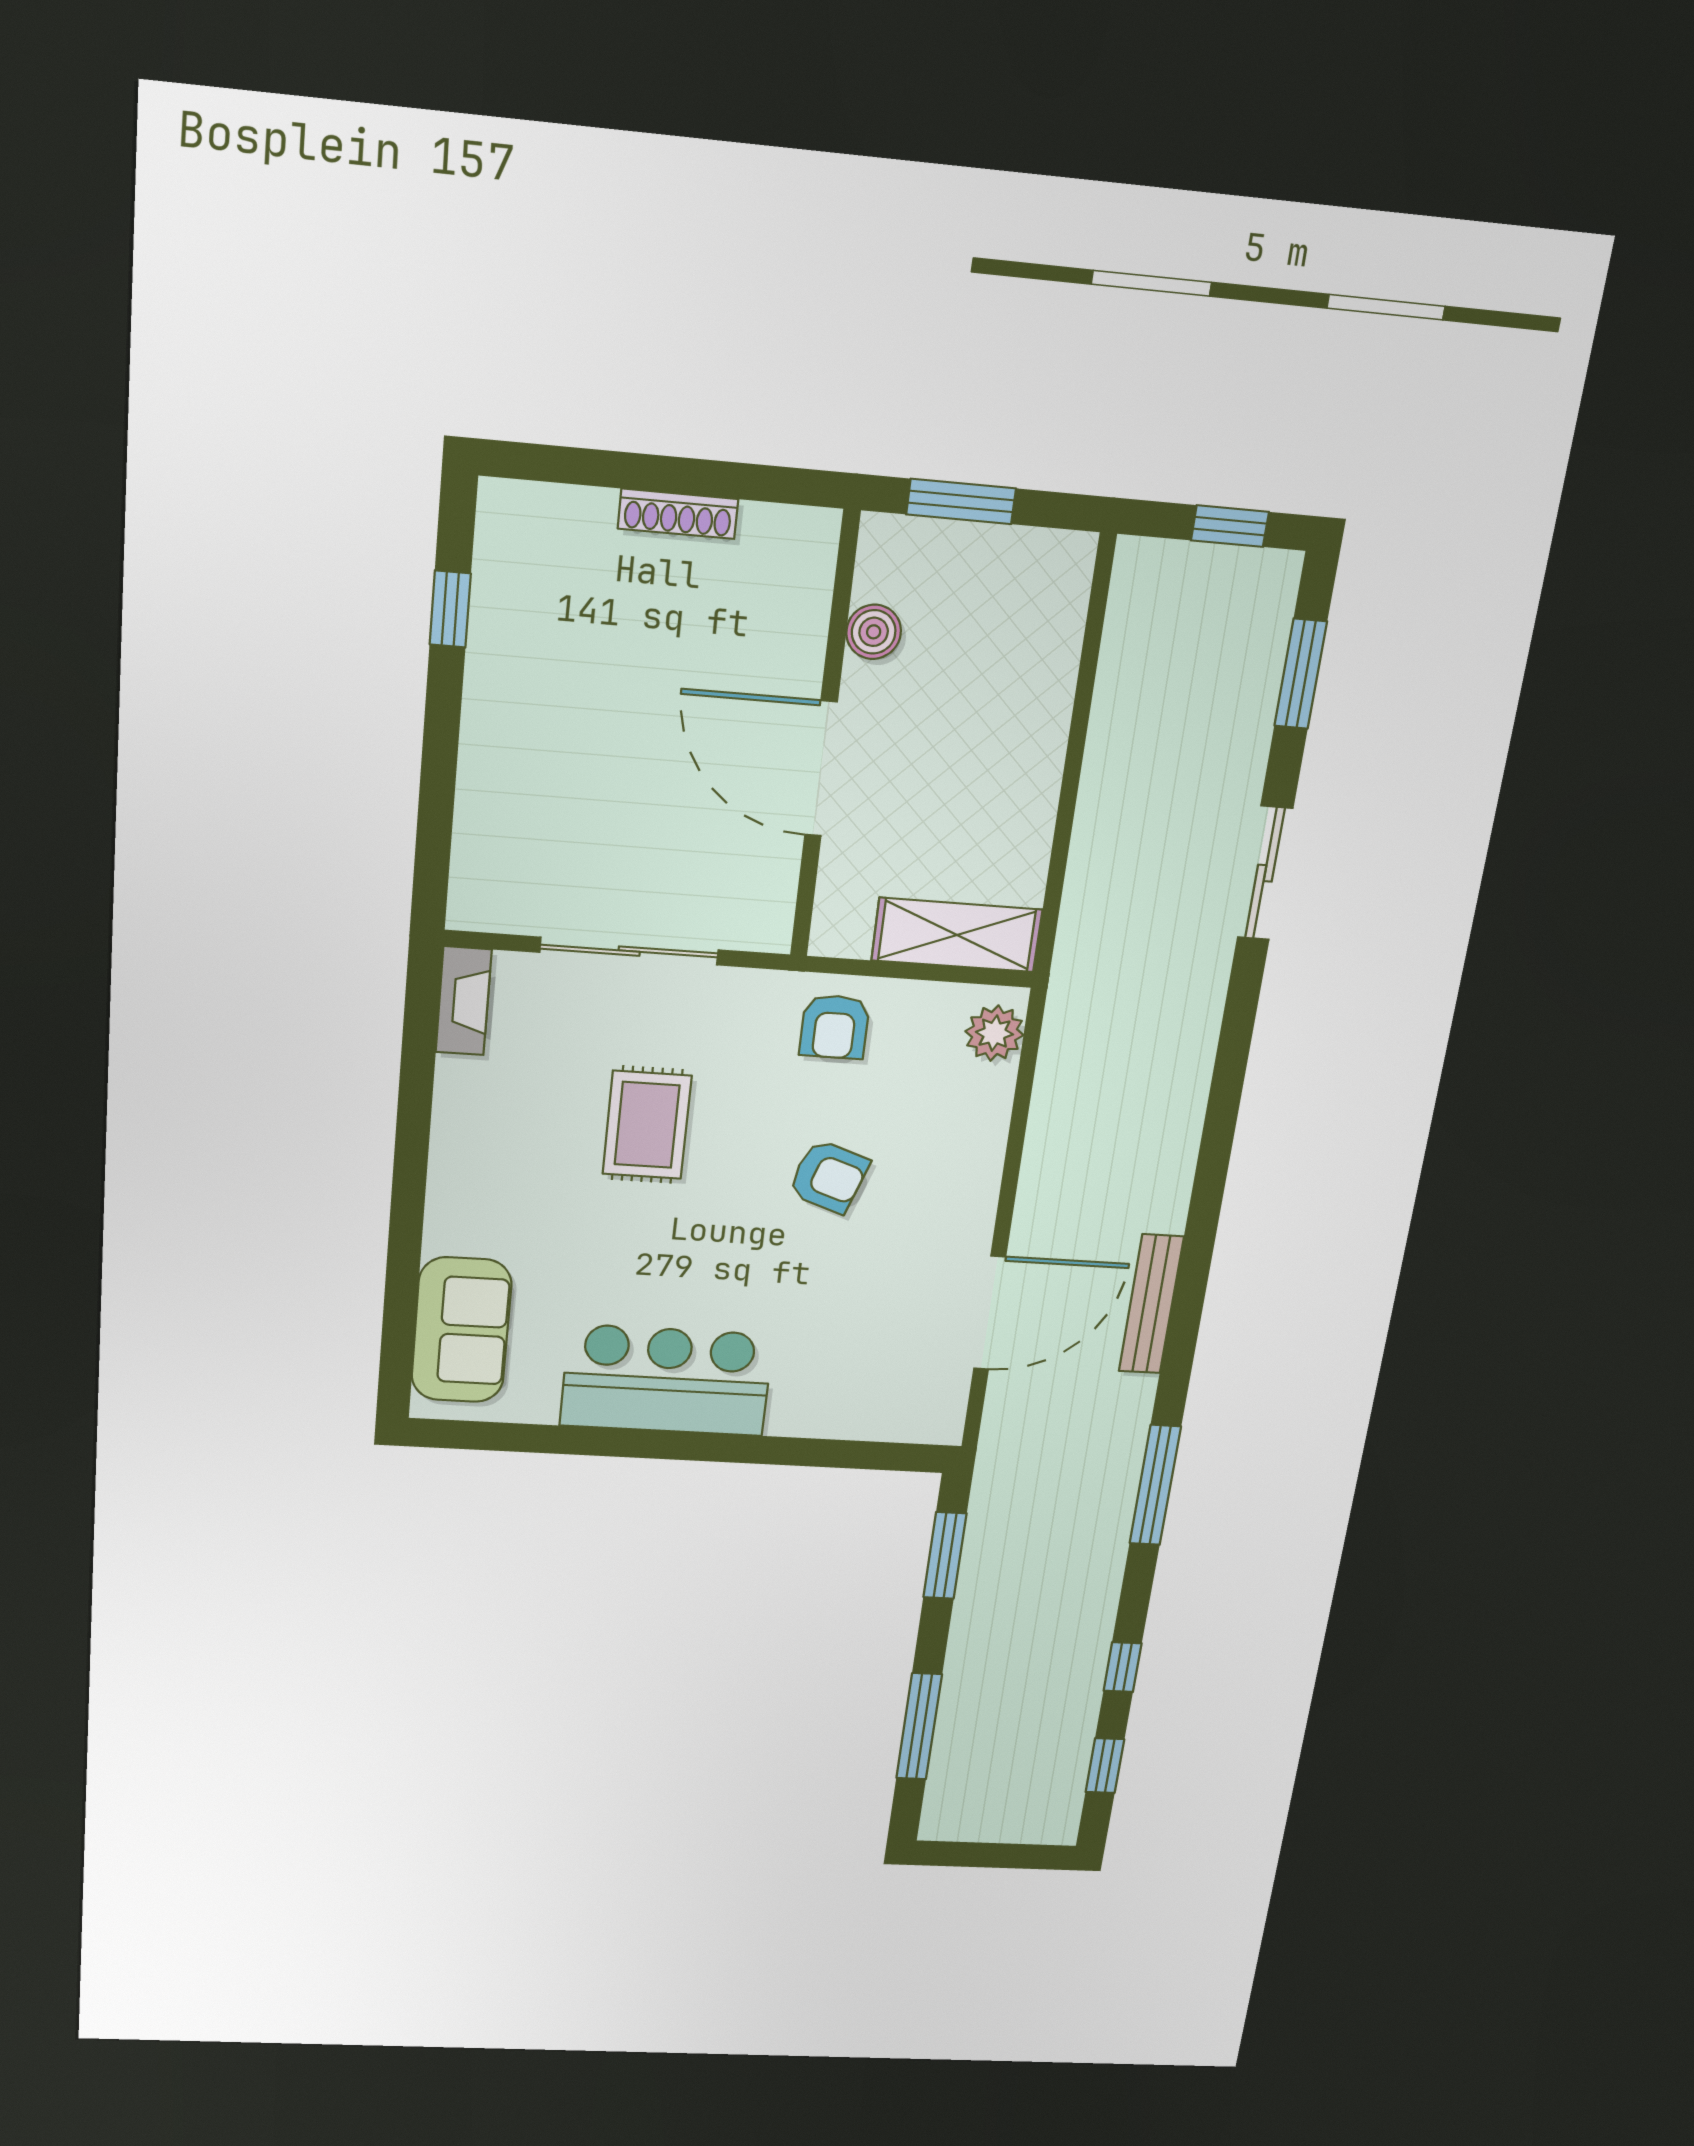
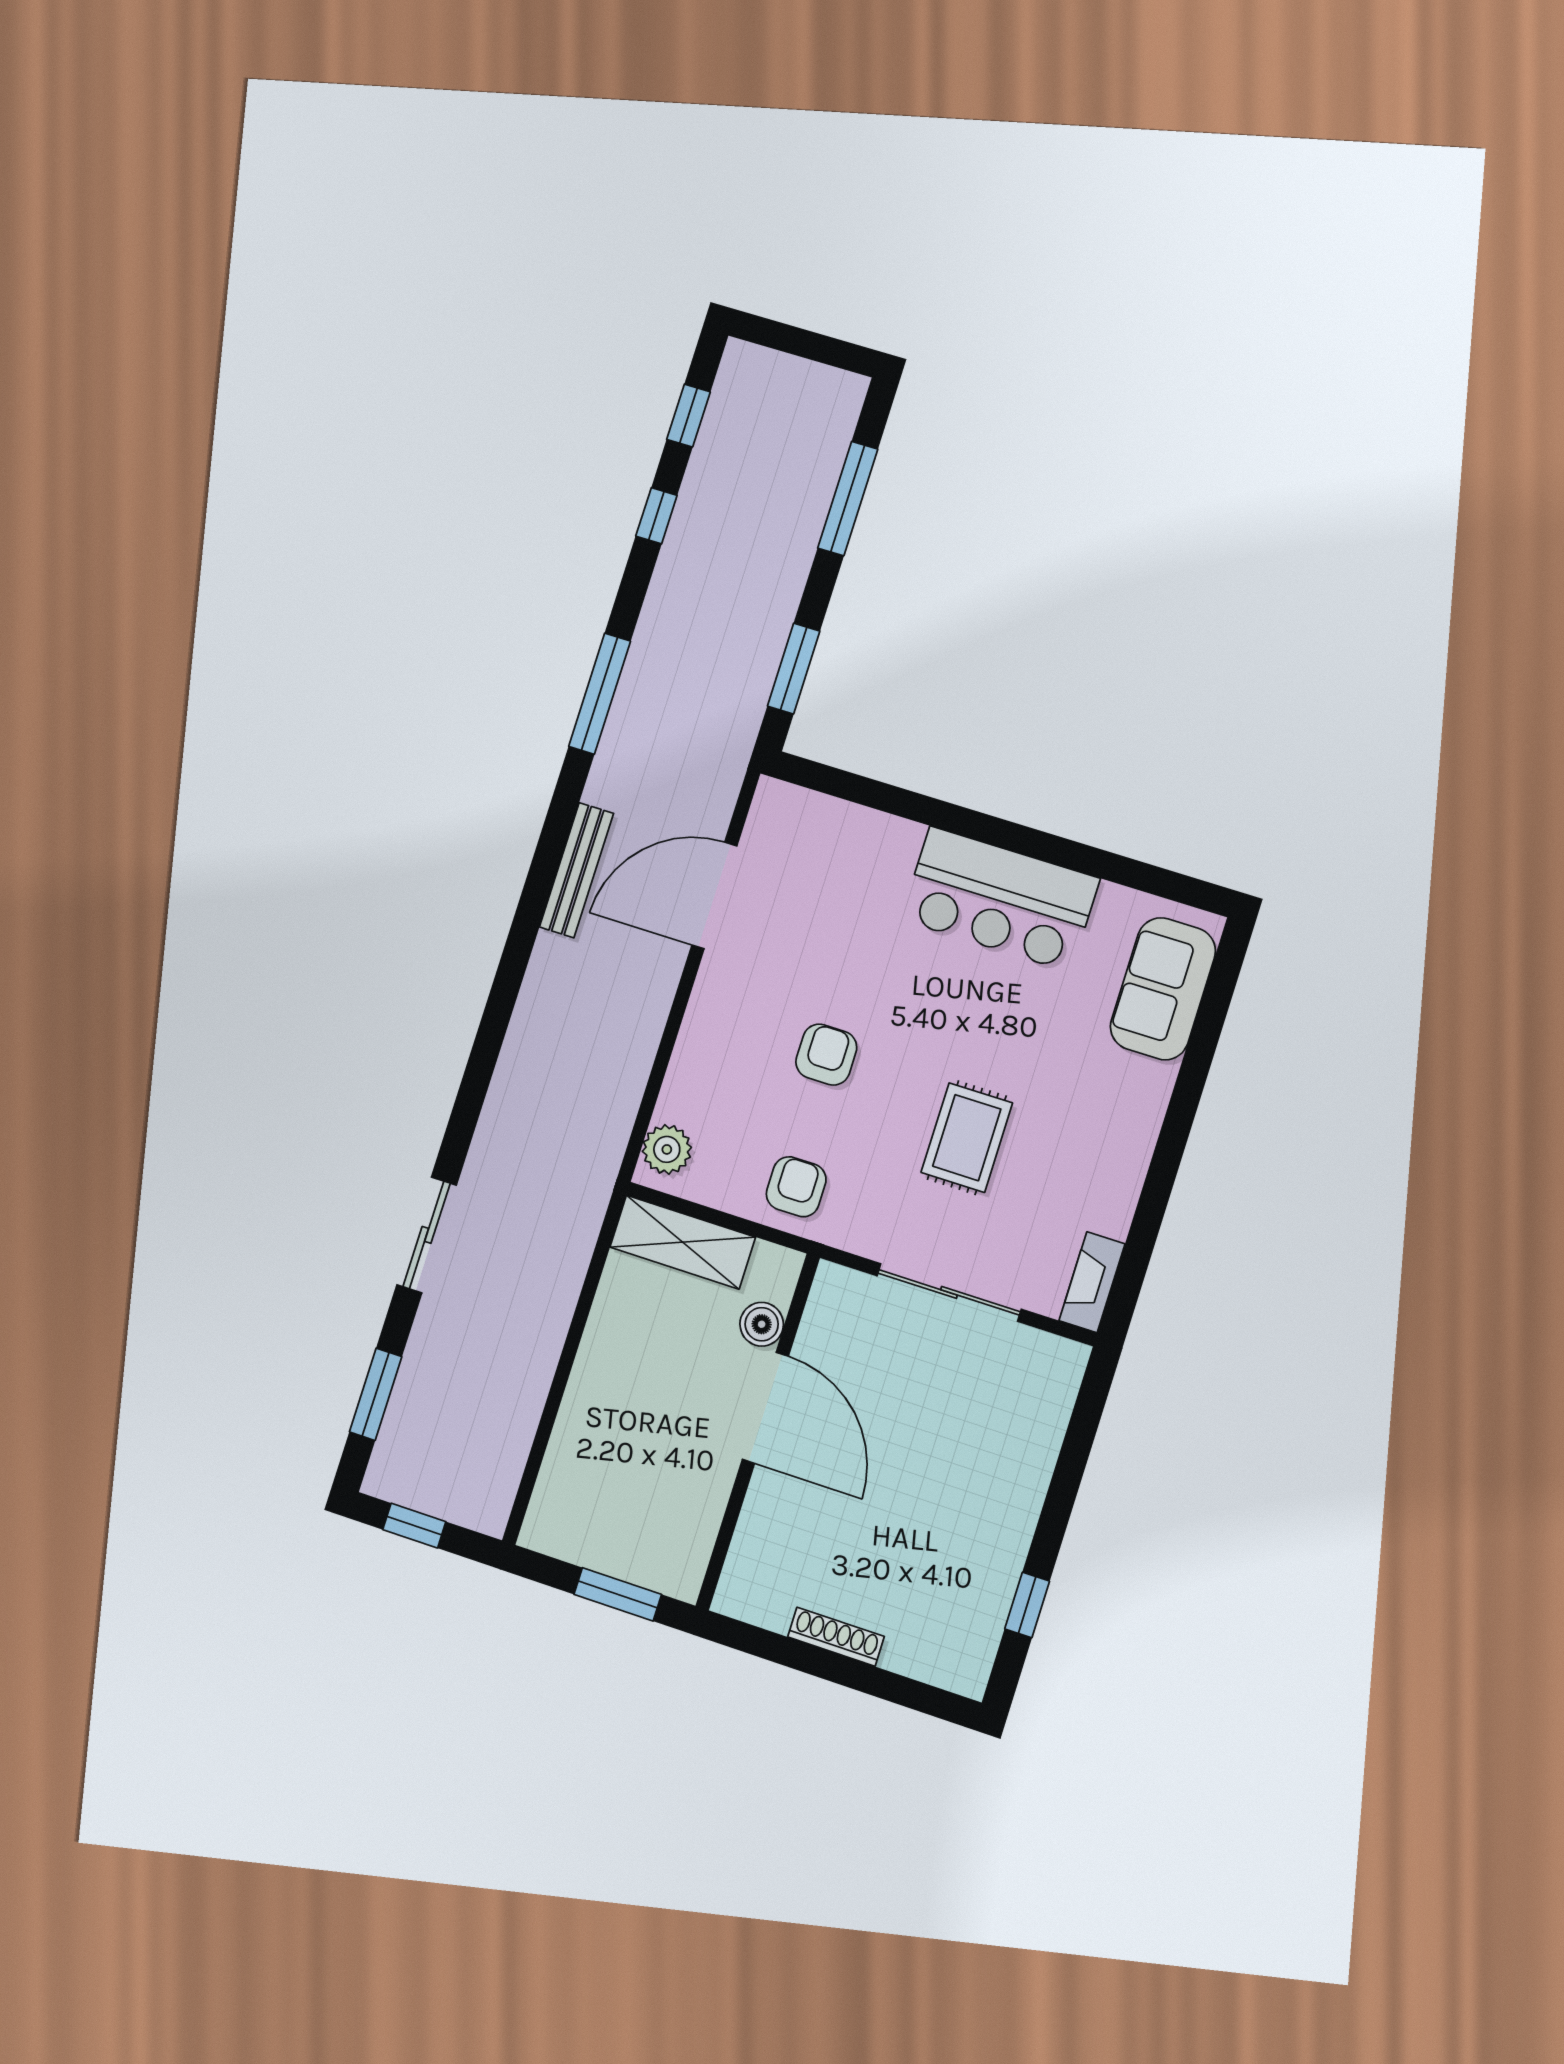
boiler: (874, 632) -> (762, 1324), moved
armchair: (829, 1177) -> (826, 1055), turned 71

